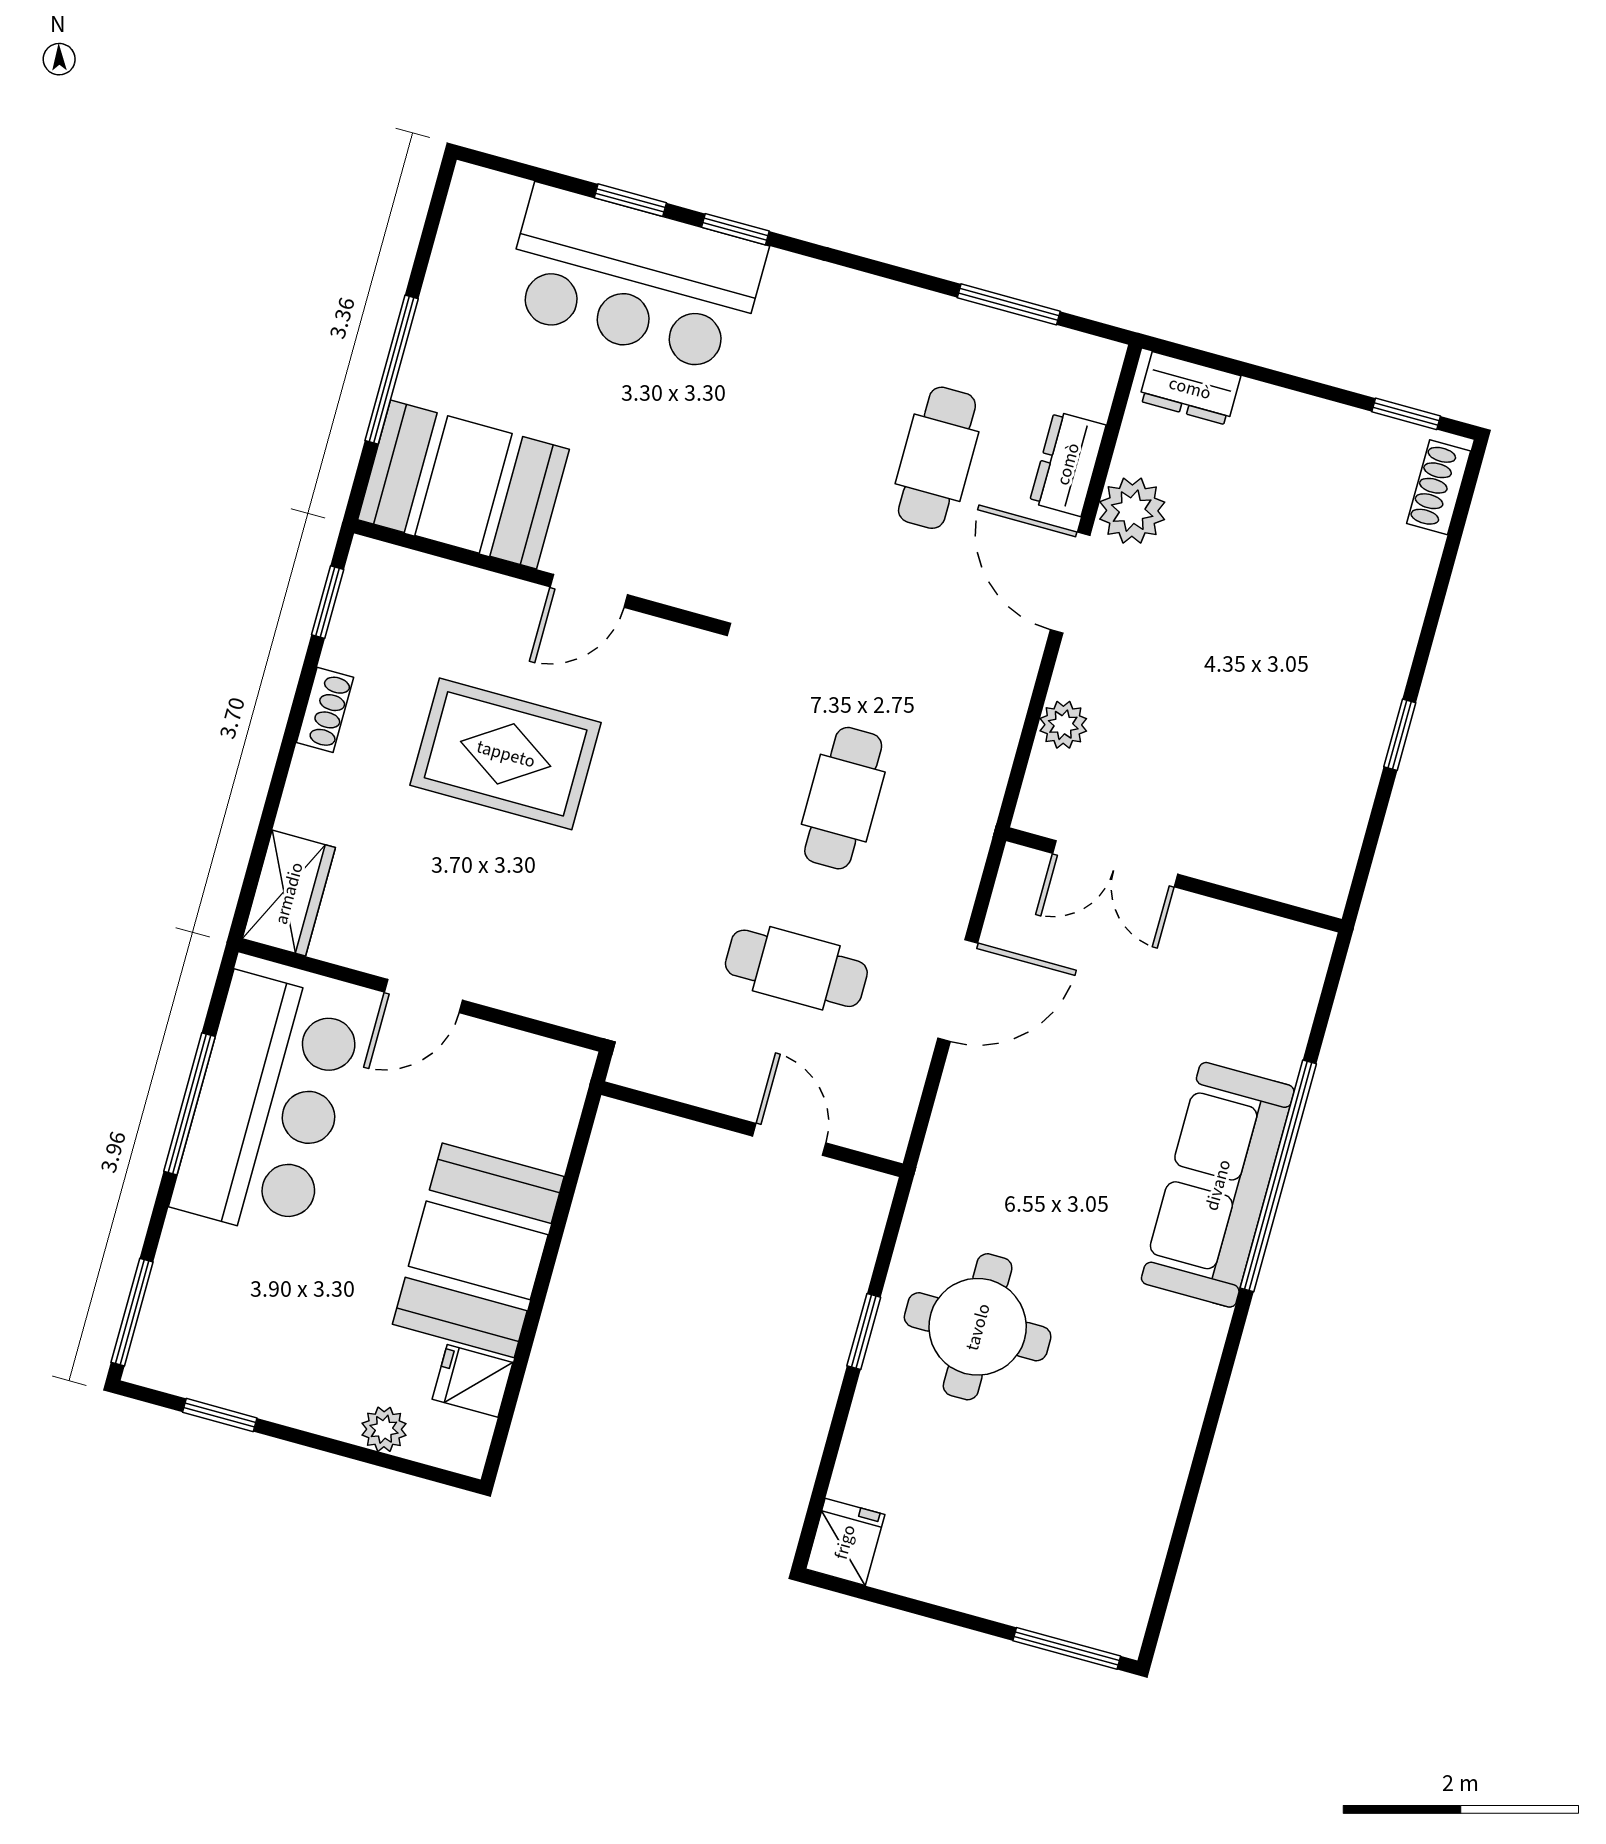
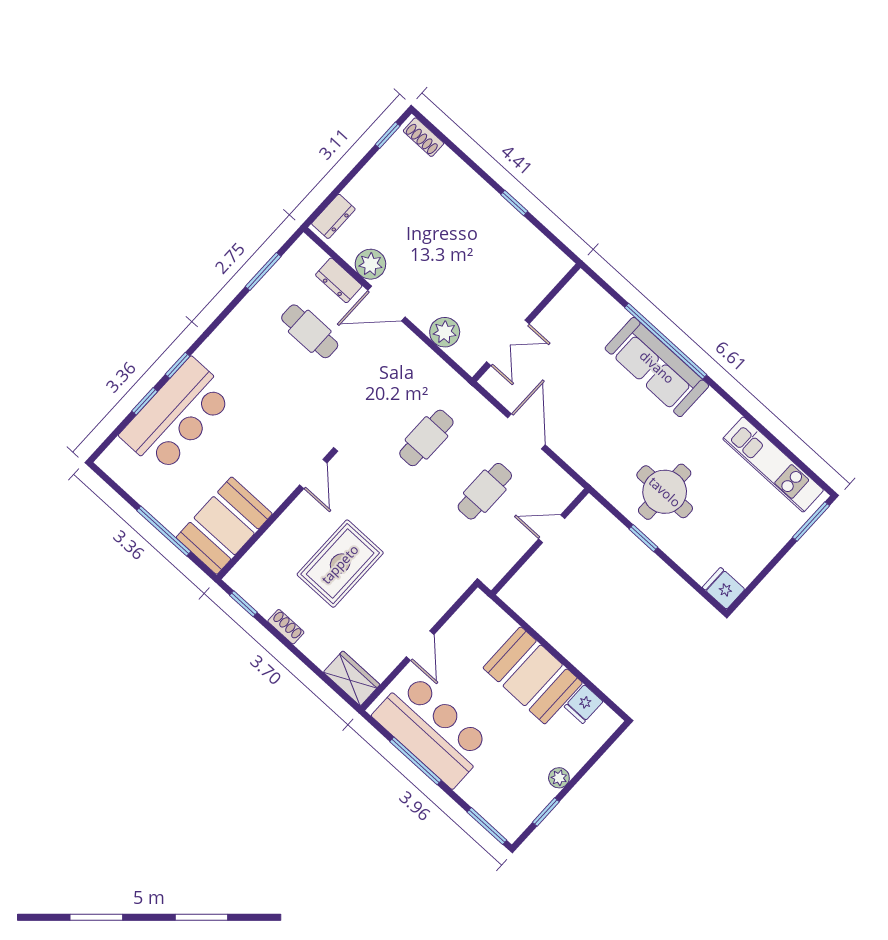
door: (589, 591) -> (313, 474), moved
plant: (1063, 725) -> (445, 332), width x1.38, depth x1.38
cafe table: (843, 798) -> (426, 438), turned 90
plant: (384, 1429) -> (559, 778), moved
kitchen unit: (1142, 1515) -> (773, 465), added

